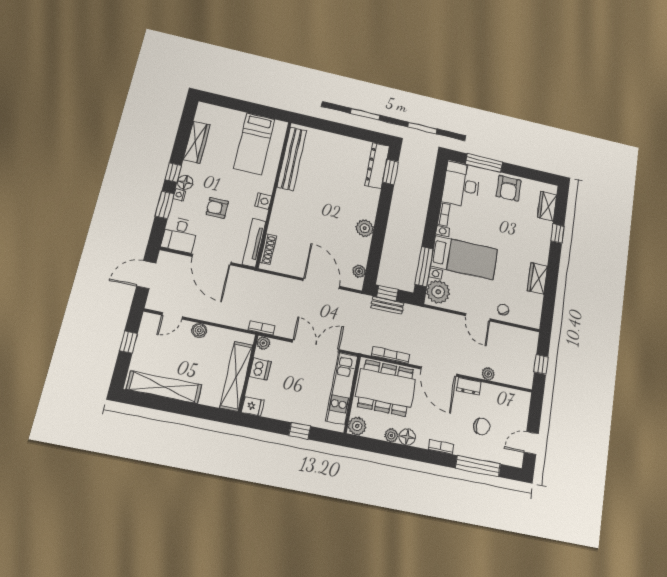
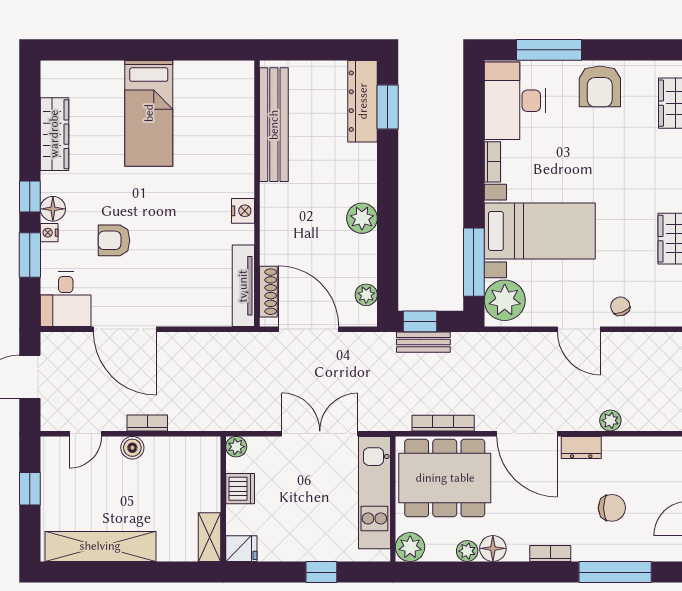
bench: (292, 159) -> (274, 125), moved
wall: (274, 193) -> (257, 193), moved
nightstand: (263, 201) -> (243, 211), moved
tv unit: (254, 243) -> (243, 286), moved
shoe rack: (268, 249) -> (268, 292), moved
bookcase: (262, 328) -> (147, 423), moved
shelving: (236, 376) -> (210, 537), width x0.45, depth x0.75

